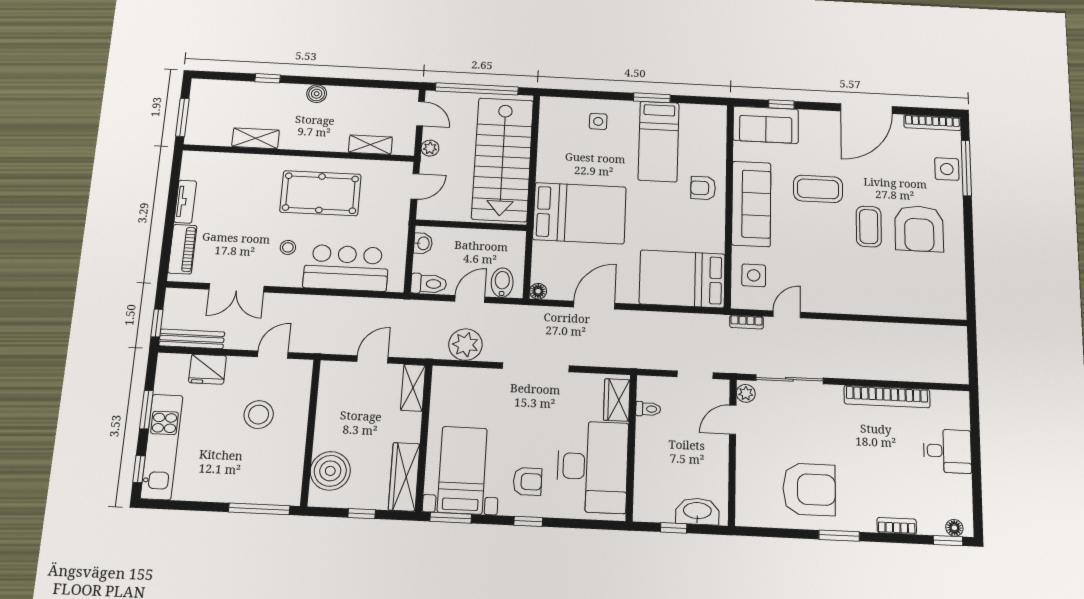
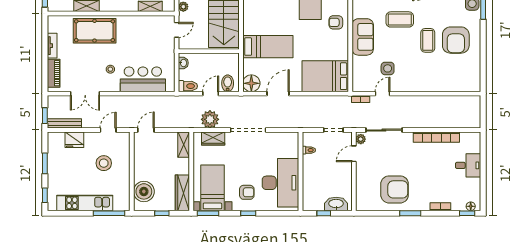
pool table: (320, 193) -> (95, 31), moved
sofa: (751, 204) -> (363, 37), width x0.73
bed: (579, 213) -> (268, 47), width x0.67
side table: (754, 275) -> (388, 68), moved
floor lamp: (538, 291) -> (251, 83), width x1.89, depth x1.89
door: (373, 359) -> (146, 130), moved
wardrobe: (617, 400) -> (213, 139), moved, turned -90
kitchen unit: (162, 447) -> (85, 203), moved, turned -90

